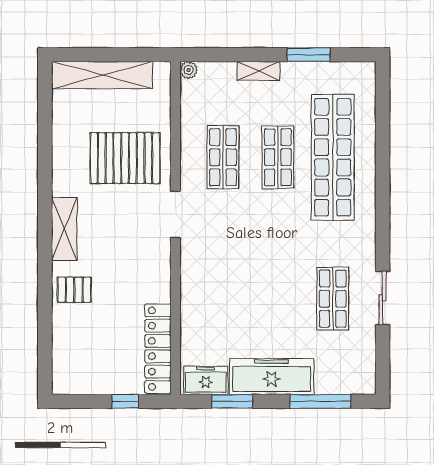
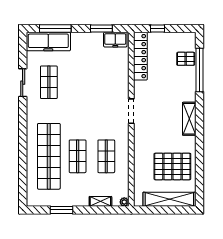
shelving: (258, 71) -> (100, 201), moved
pallet: (125, 158) -> (172, 166), moved
doorway: (175, 215) -> (131, 111), moved
pallet: (74, 290) -> (186, 59), moved
window: (45, 322) -> (199, 70), added
freezer: (272, 377) -> (48, 42), moved

